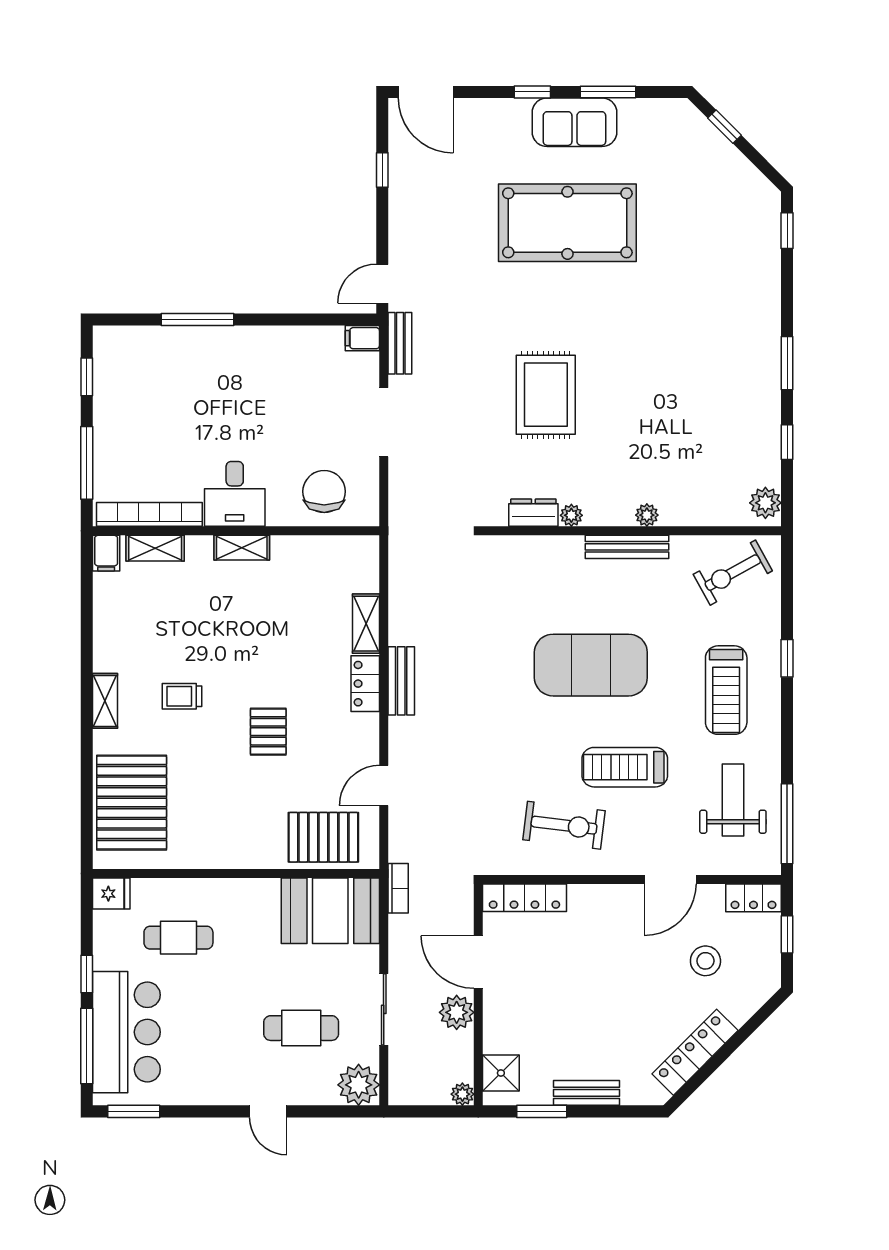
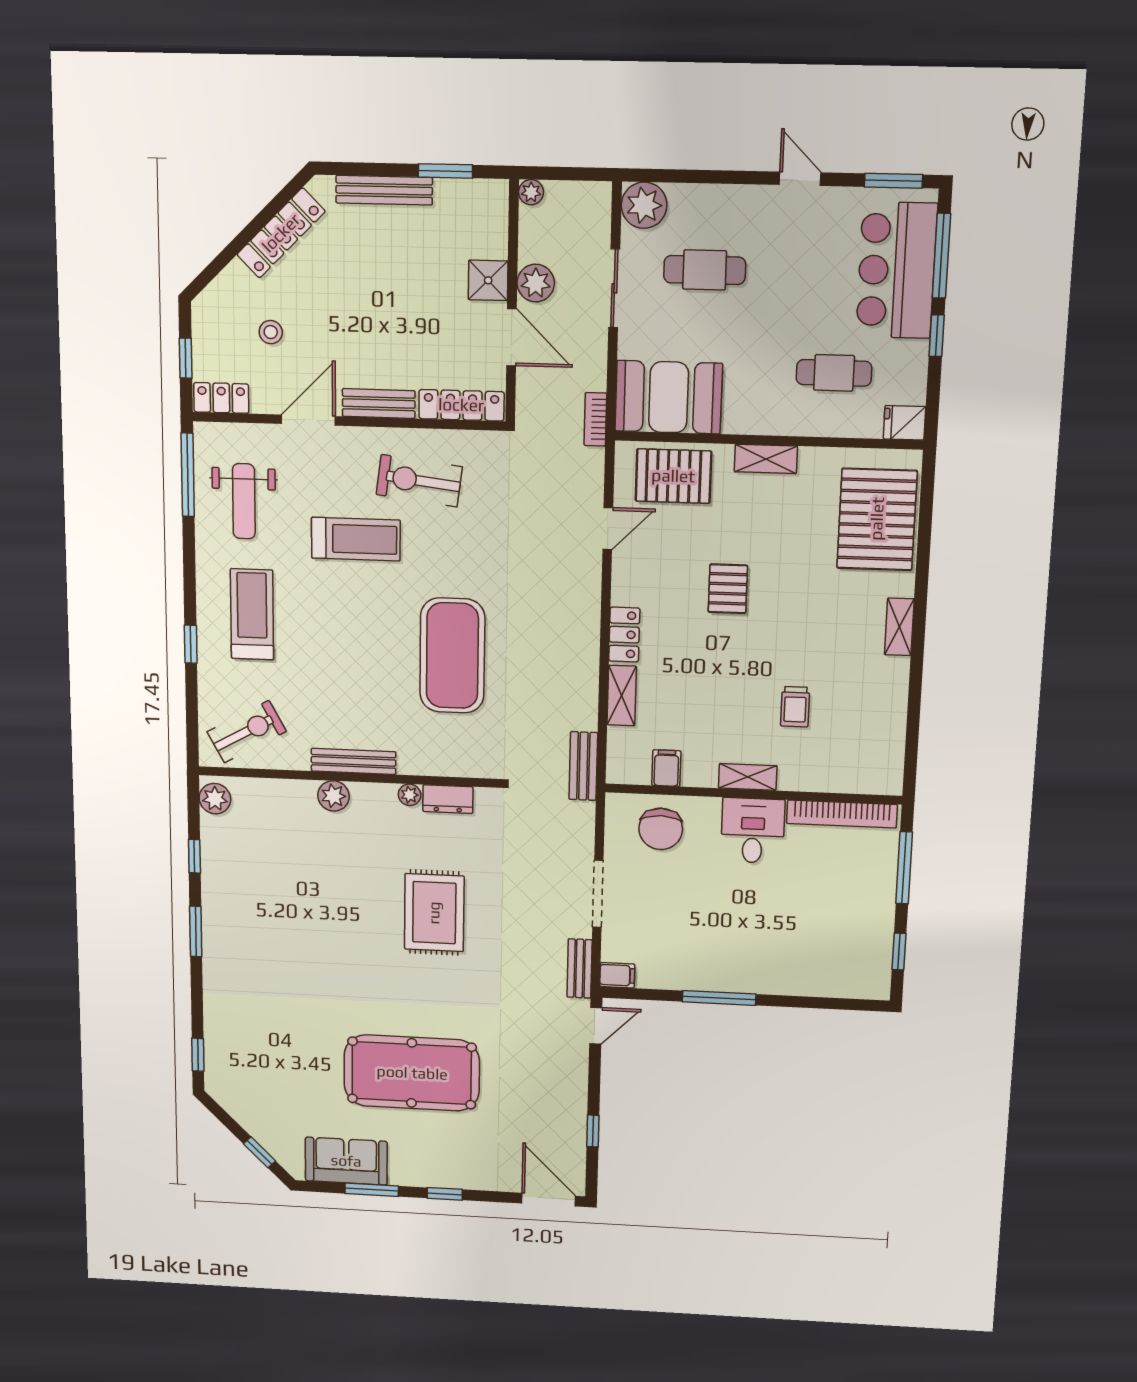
sofa: (574, 122) -> (346, 1161), moved
window: (197, 319) -> (719, 998), moved
plant: (647, 515) -> (333, 796), width x1.38, depth x1.38
shelving: (155, 548) -> (766, 459), moved
filing cabinet: (106, 553) -> (666, 768), moved
exercise mat: (591, 665) -> (452, 656), moved, turned 90
bench: (401, 681) -> (583, 766), moved
trolley: (182, 696) -> (795, 707), moved, turned 90
bench: (603, 897) -> (379, 404), added
stool: (705, 961) -> (271, 332), width x0.73, depth x0.73
shower: (501, 1073) -> (488, 280), moved
bench: (587, 1093) -> (384, 190), width x1.36
door: (268, 1111) -> (800, 179), moved

